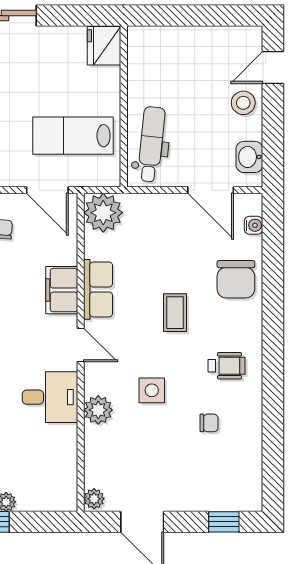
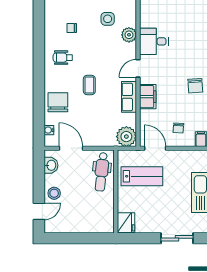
door: (81, 345) -> (138, 68), hinge flipped
side table: (152, 390) -> (108, 19), moved

